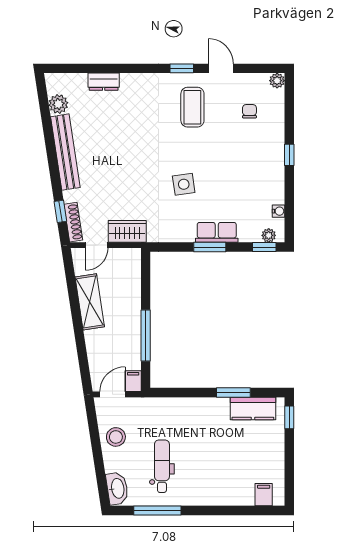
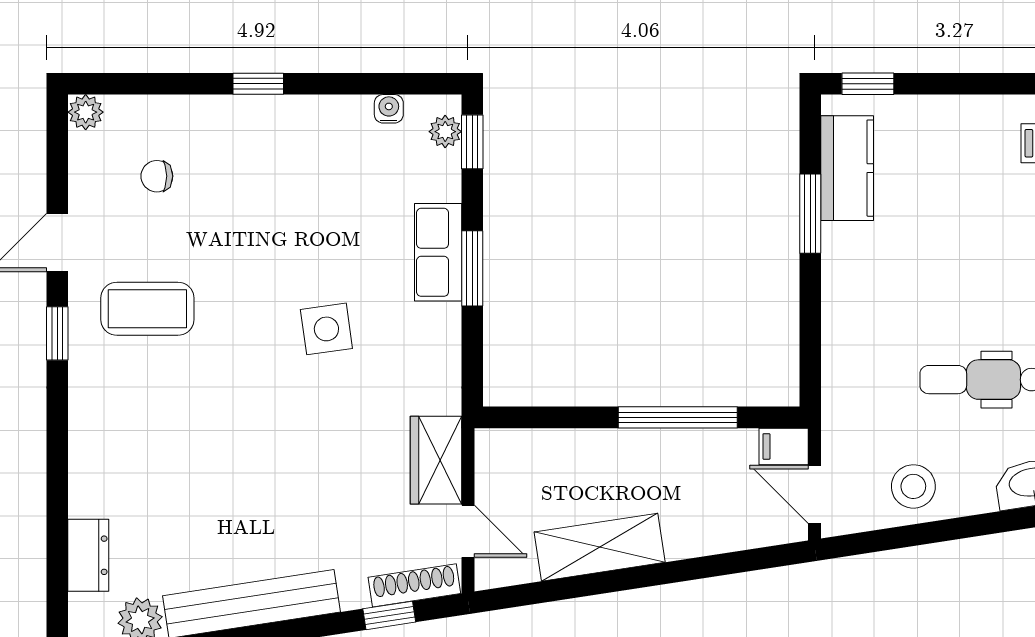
dresser: (104, 82) -> (88, 555), moved

